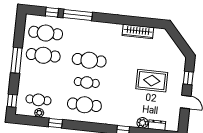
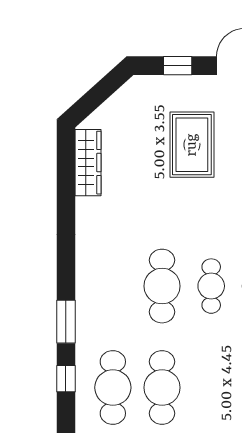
window: (78, 15) -> (66, 322), width x0.69
wardrobe: (138, 32) -> (88, 163), moved

